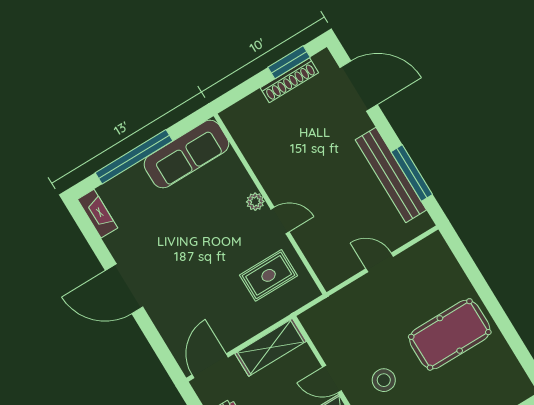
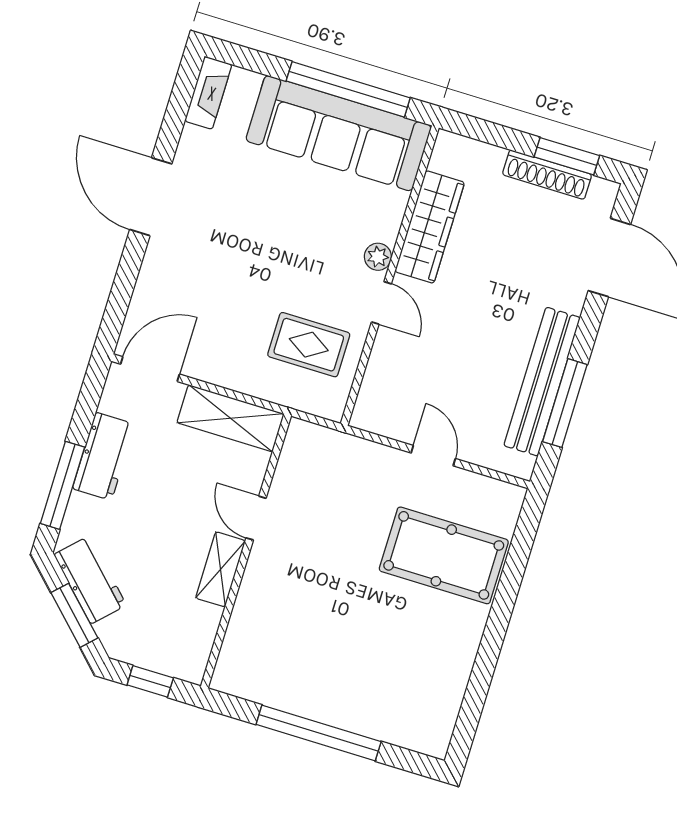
sofa: (186, 154) -> (339, 133), width x1.36, depth x1.27
window: (134, 157) -> (348, 89), moved
wardrobe: (263, 162) -> (430, 227), added
pool table: (450, 334) -> (444, 555), moved
stool: (384, 380) -> (306, 577), removed

